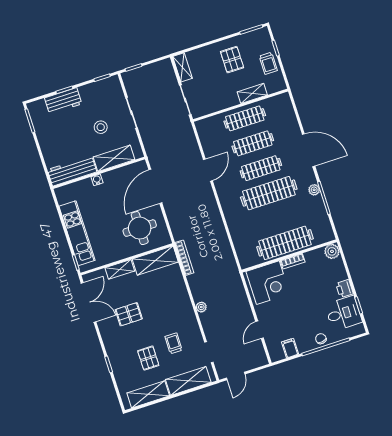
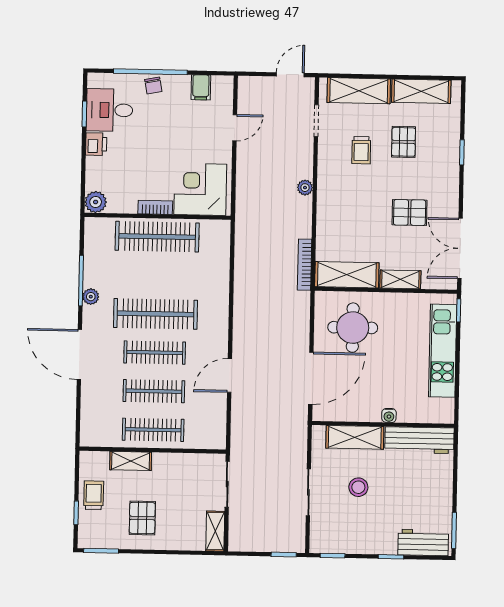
workbench: (63, 101) -> (423, 542), moved

